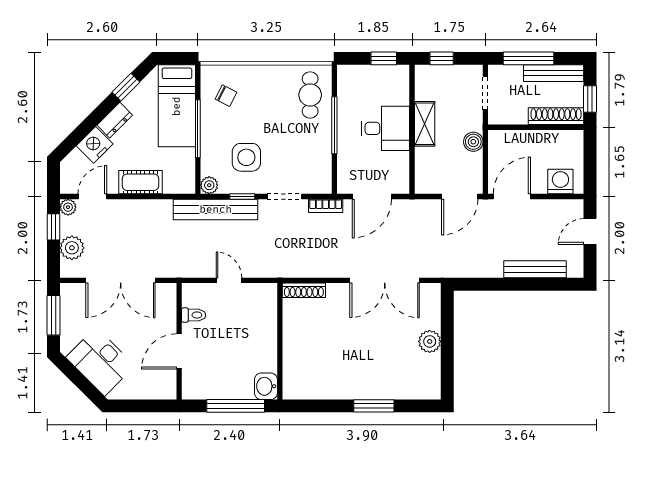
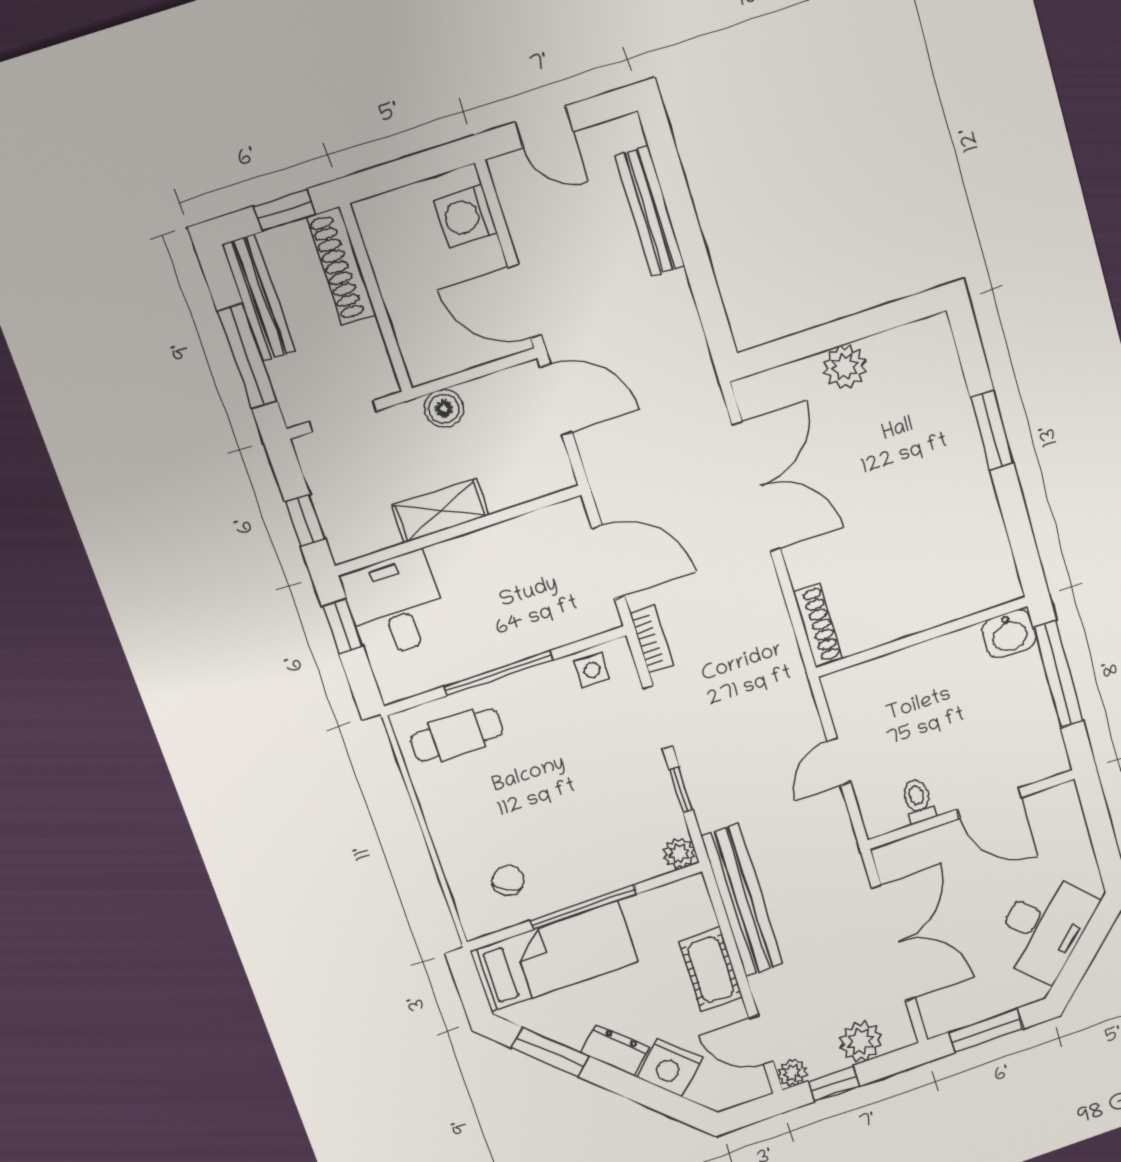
window: (126, 87) -> (550, 1052), width x1.50
desk: (385, 128) -> (395, 605), moved
side table: (246, 157) -> (592, 670), moved, width x0.54, depth x0.54
bench: (216, 210) -> (742, 900), moved

